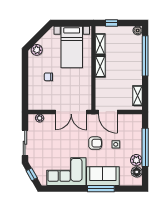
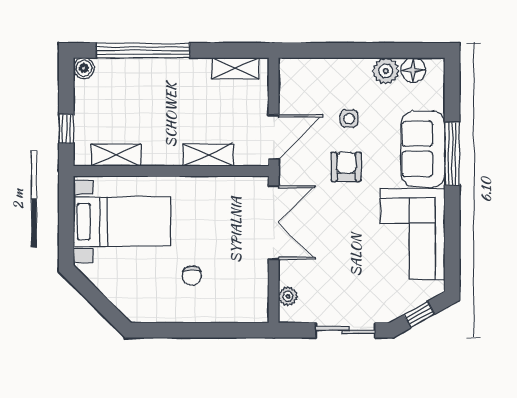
plant: (37, 50) -> (129, 303), removed
shelving: (100, 66) -> (208, 155), moved
window: (145, 147) -> (356, 50), removed

